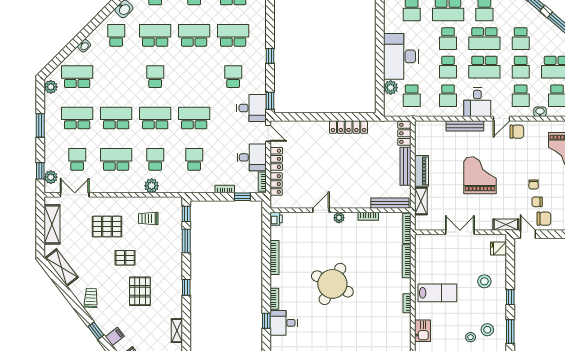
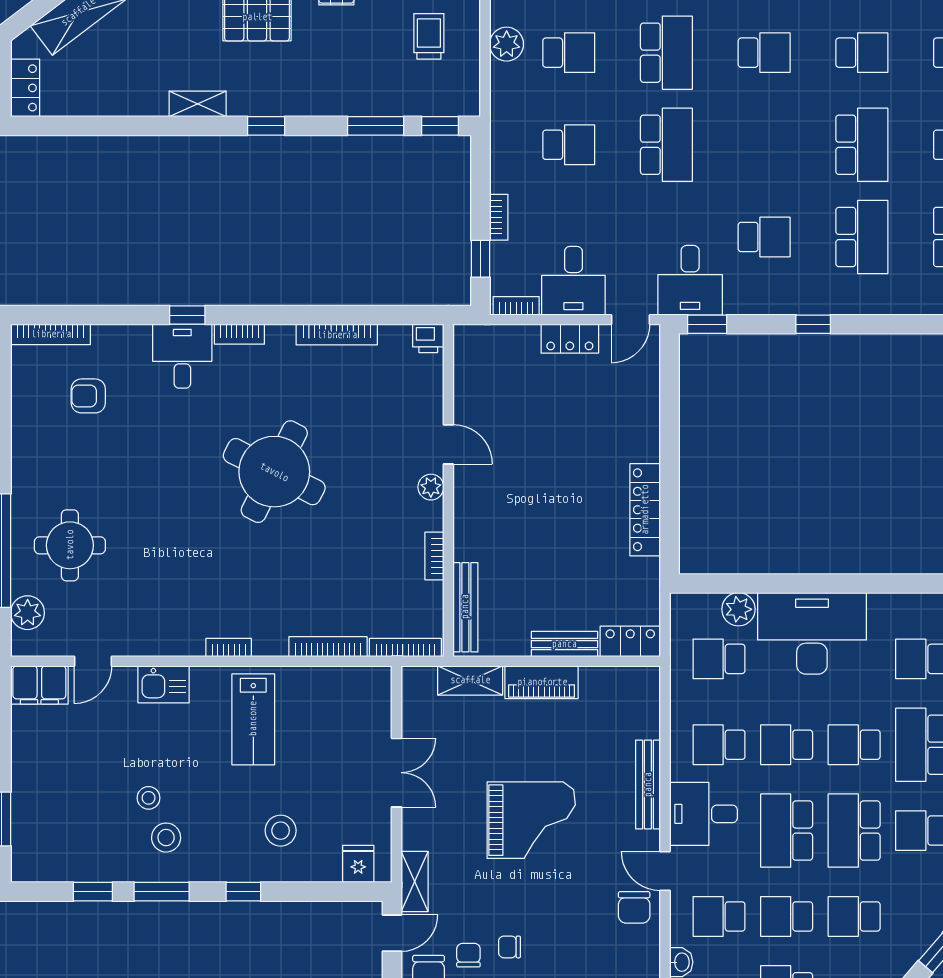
school desk: (155, 35) -> (862, 53), width x0.54
bench: (405, 166) -> (564, 644), width x0.73
locker: (276, 184) -> (510, 338), removed
shelving: (177, 331) -> (198, 104), moved

